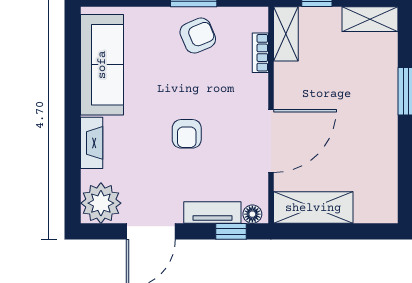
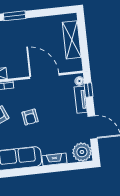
armchair: (187, 134) -> (30, 117), moved, turned 81
shelving: (313, 208) -> (72, 40), moved

